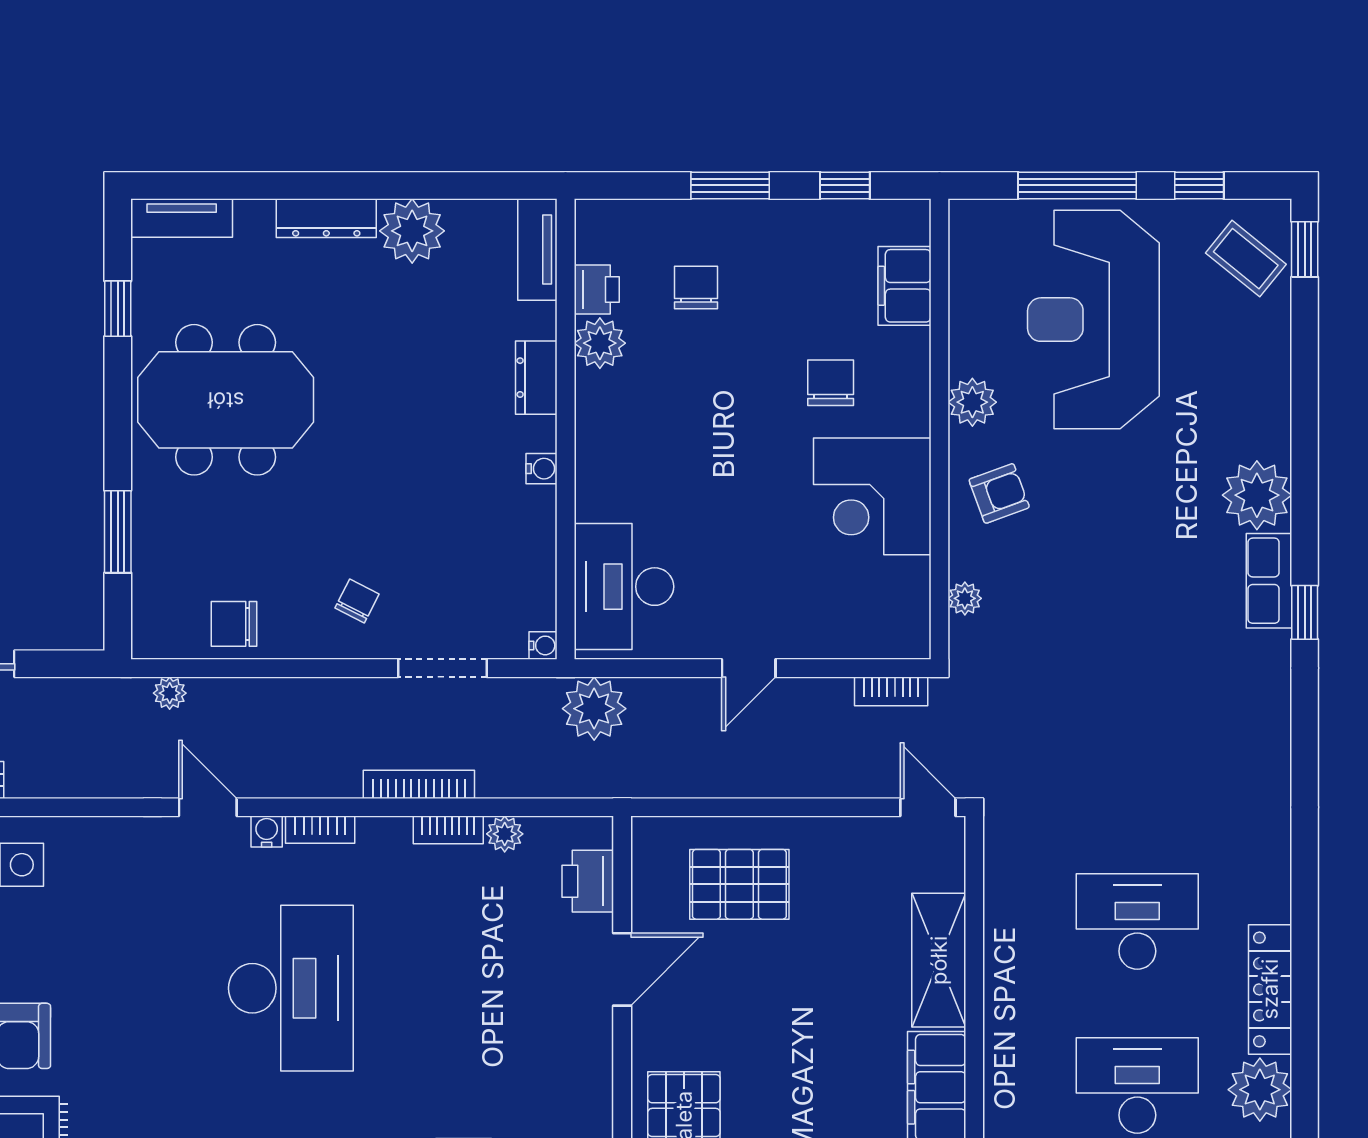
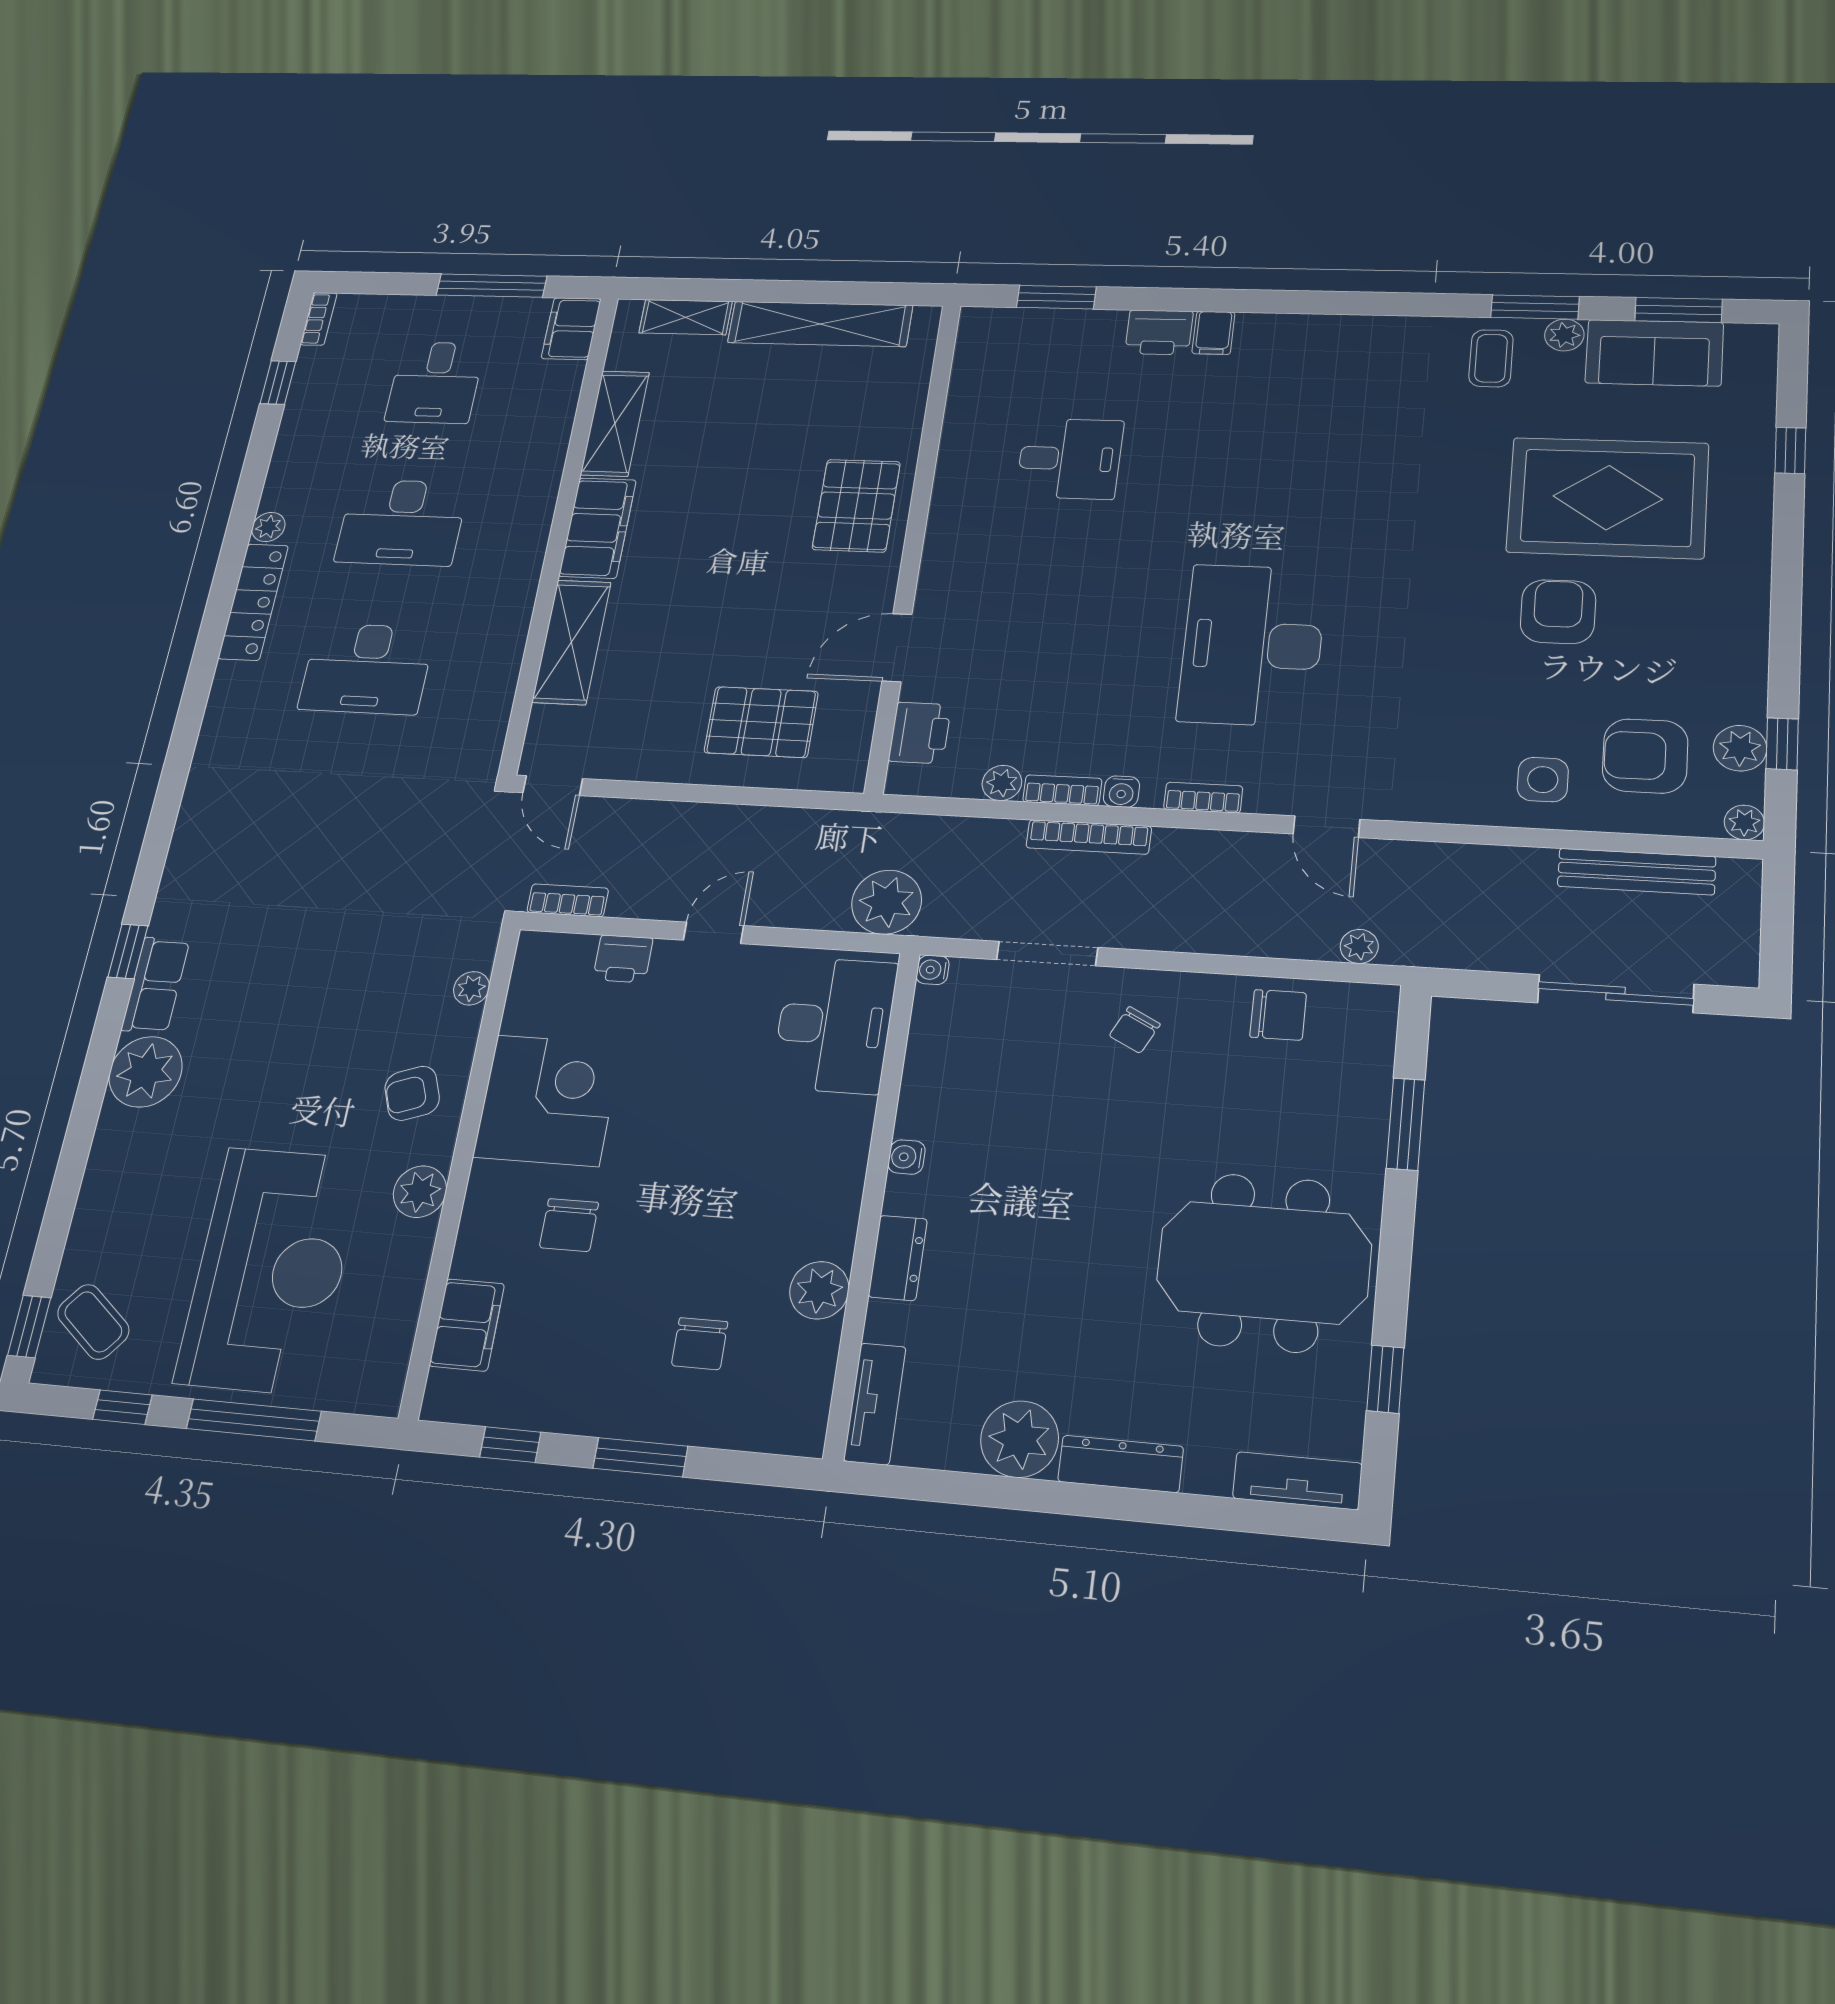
printer: (597, 290) -> (623, 959), moved, turned -90
water cooler: (267, 831) -> (1121, 792), moved
plant: (1260, 1090) -> (268, 527), width x0.53, depth x0.53

